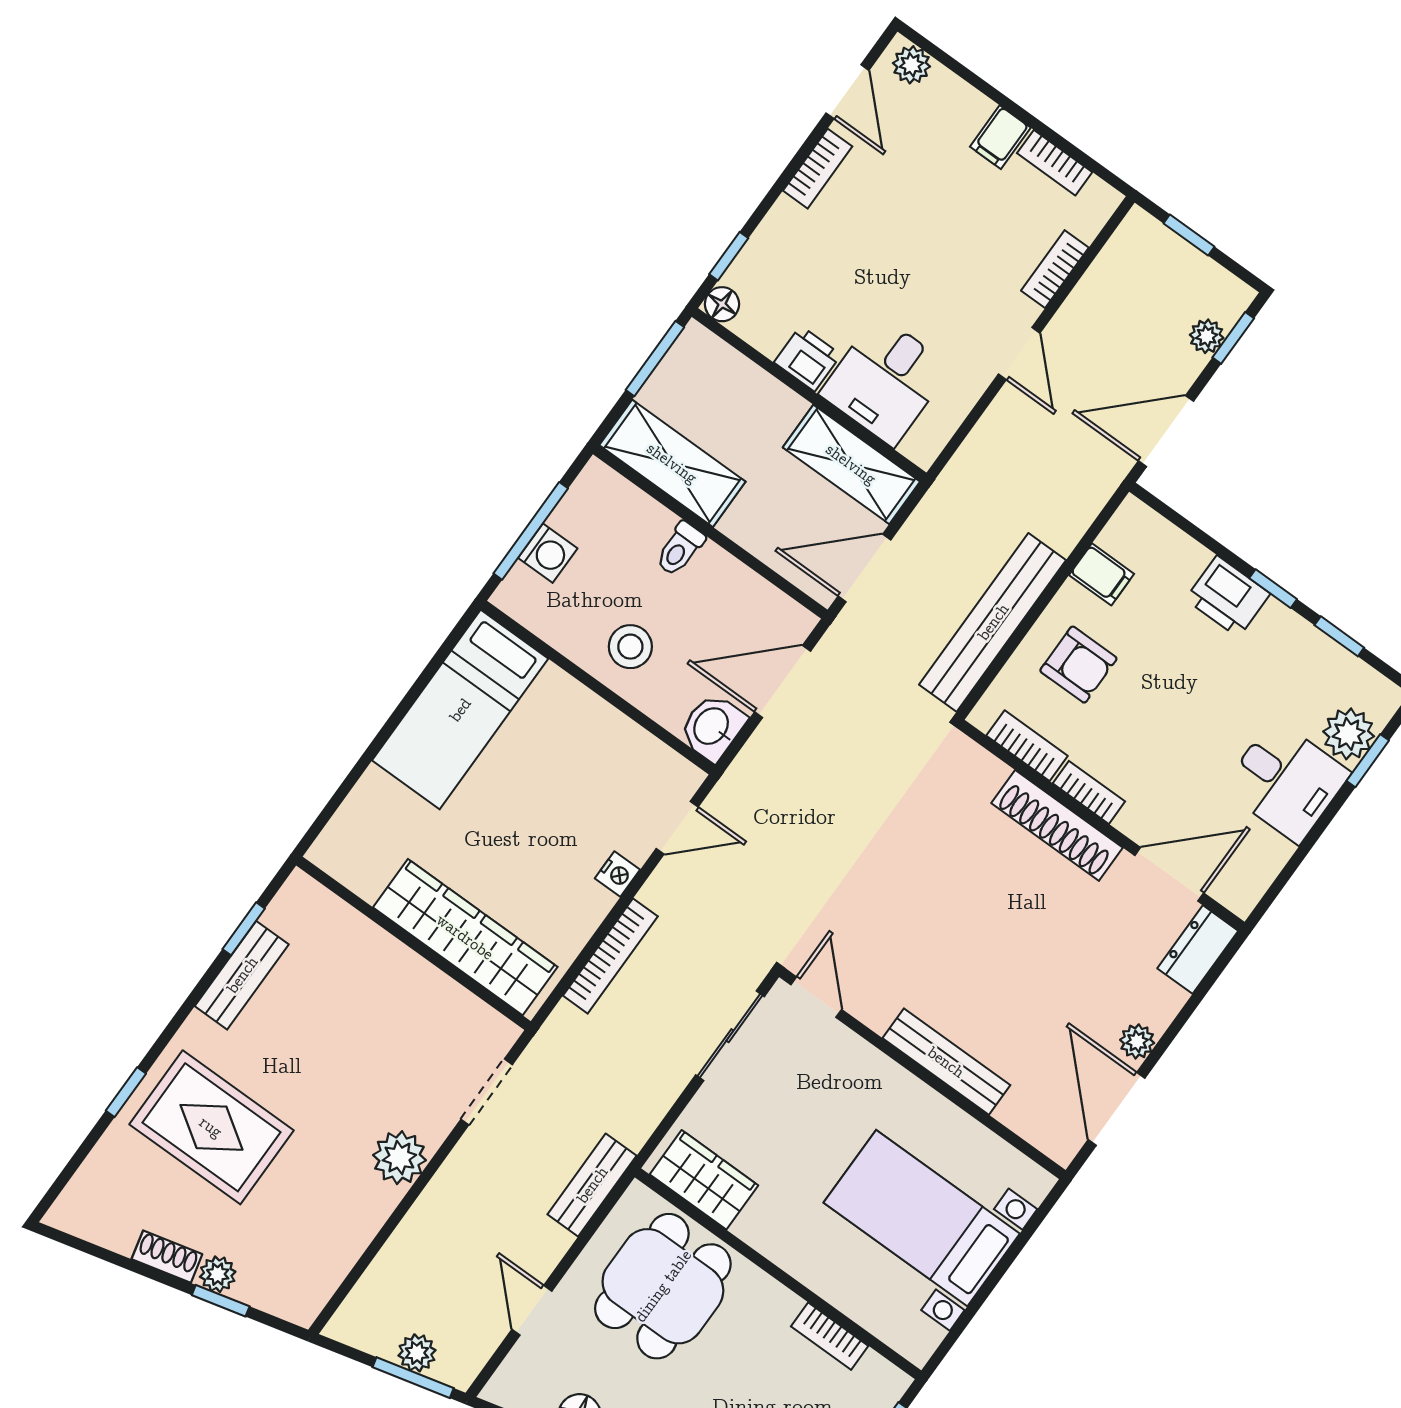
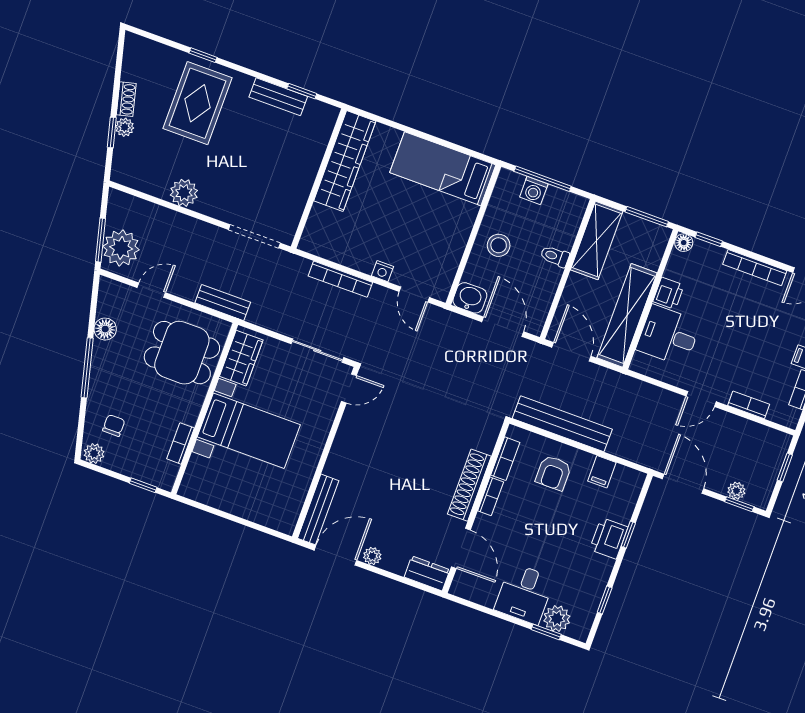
bookcase: (818, 169) -> (755, 268), width x1.56
shelving: (851, 464) -> (627, 315), width x1.47
window: (1273, 589) -> (628, 535), moved
wardrobe: (465, 937) -> (345, 161), moved
bench: (946, 1062) -> (318, 509), moved
doorway: (487, 1092) -> (254, 236), width x1.38
plant: (399, 1158) -> (184, 193), moved
bed with nightstands: (922, 1218) -> (249, 431), moved, turned 90
plant: (417, 1353) -> (121, 248), width x1.88, depth x1.88

